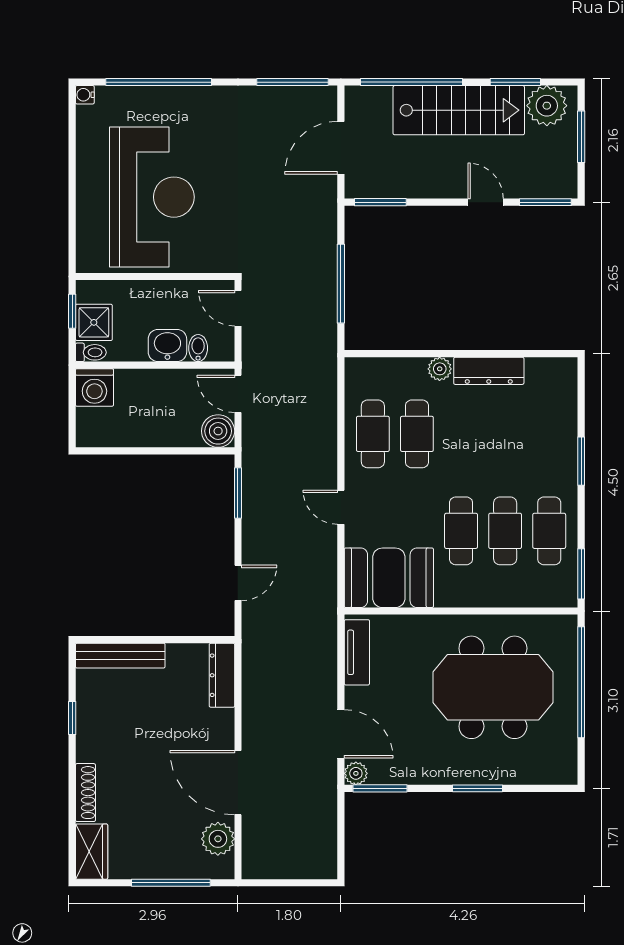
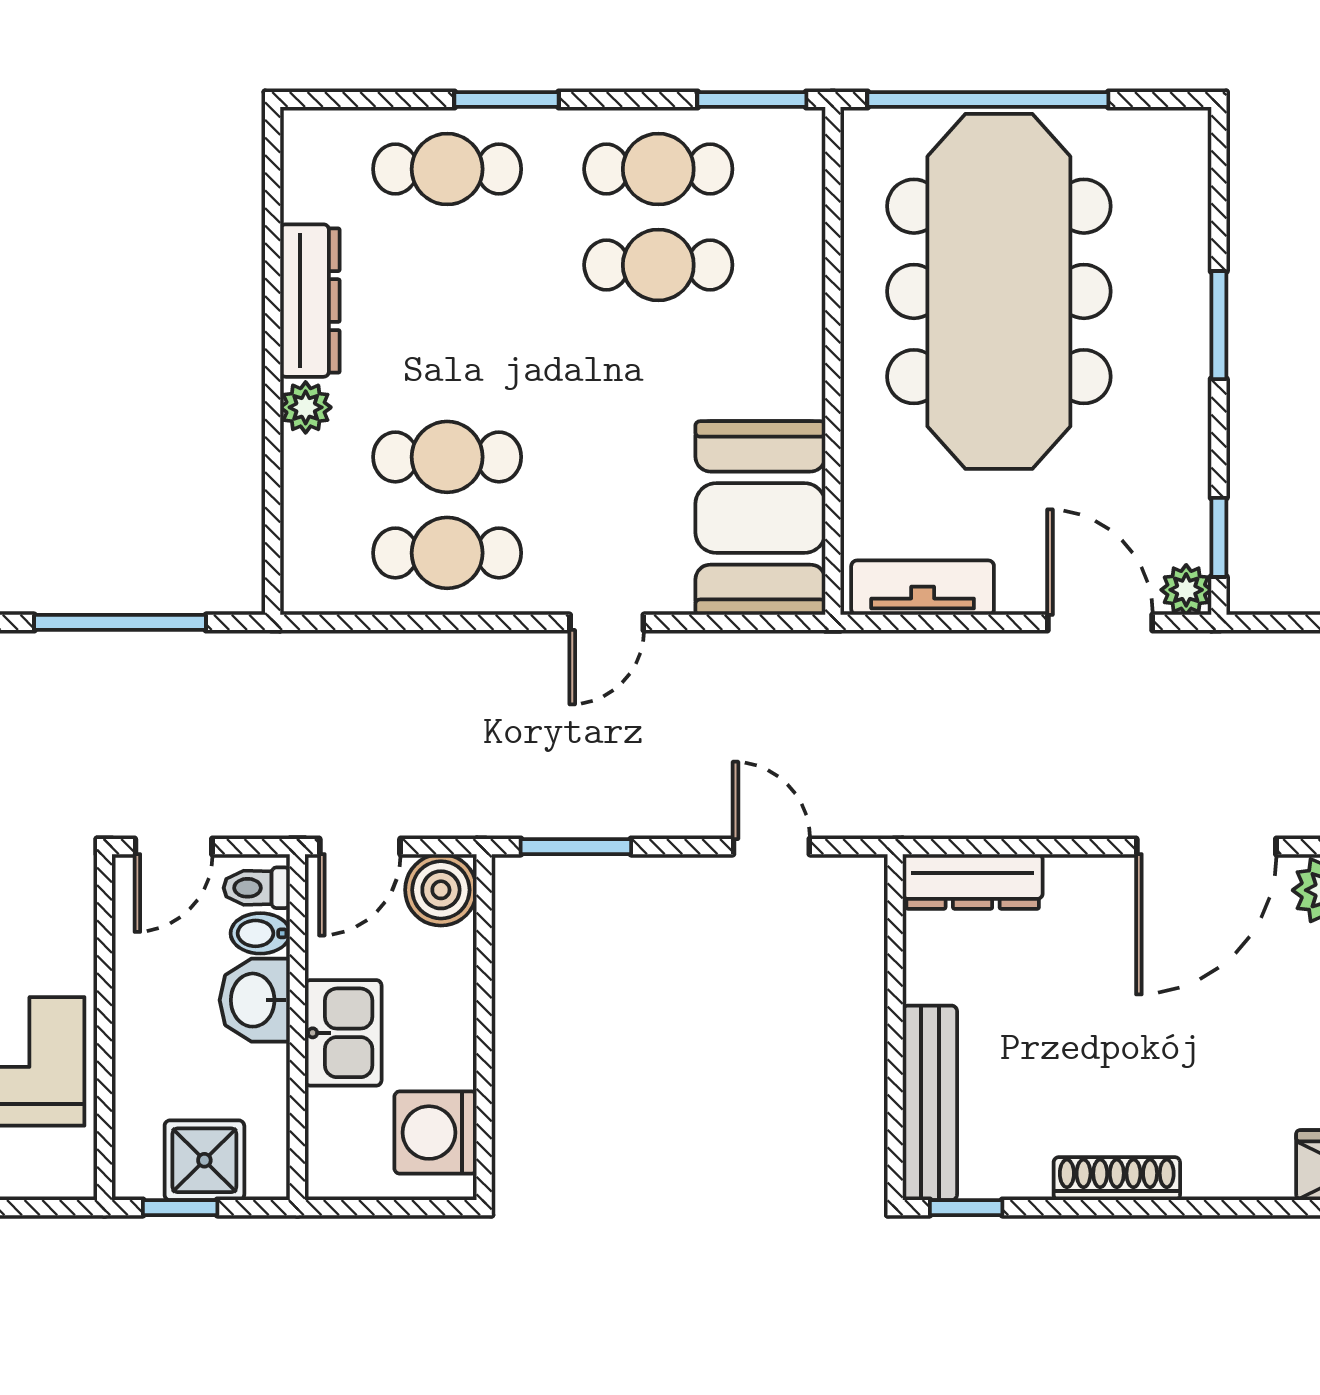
toilet: (91, 352) -> (257, 888), moved, turned -90
kitchen sink: (152, 386) -> (343, 1033), added
washing machine: (94, 387) -> (436, 1133), moved, turned 180
cafe table: (461, 531) -> (447, 169), moved
meeting table: (493, 687) -> (999, 291), width x1.36
window: (72, 718) -> (966, 1208), moved
door: (341, 734) -> (1100, 622), hinge flipped
window: (380, 788) -> (1219, 537), width x0.67
shoe rack: (85, 793) -> (1117, 1179), moved

